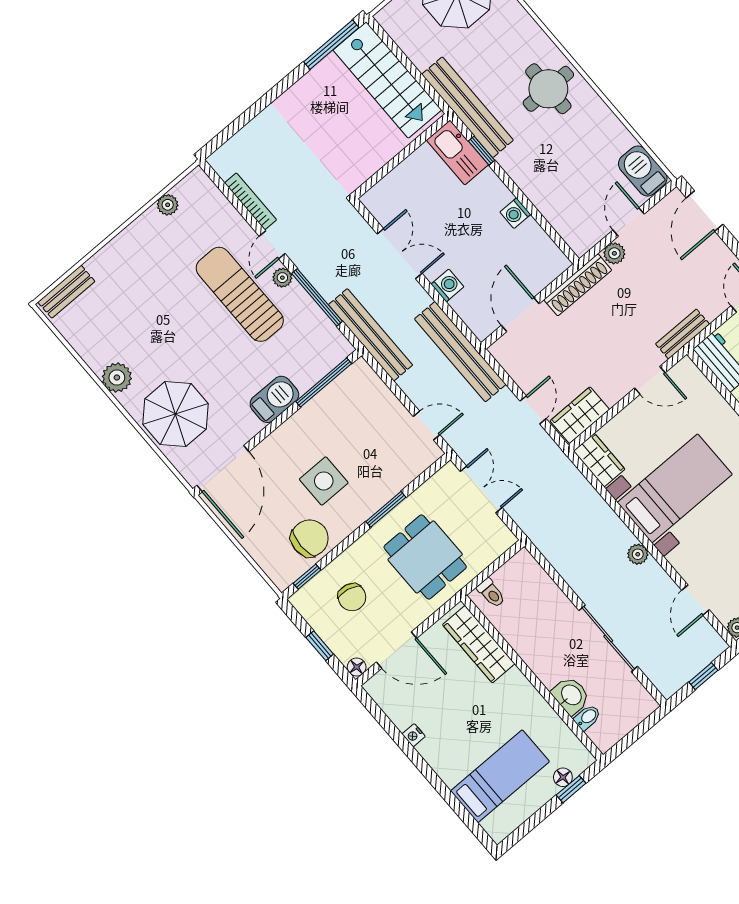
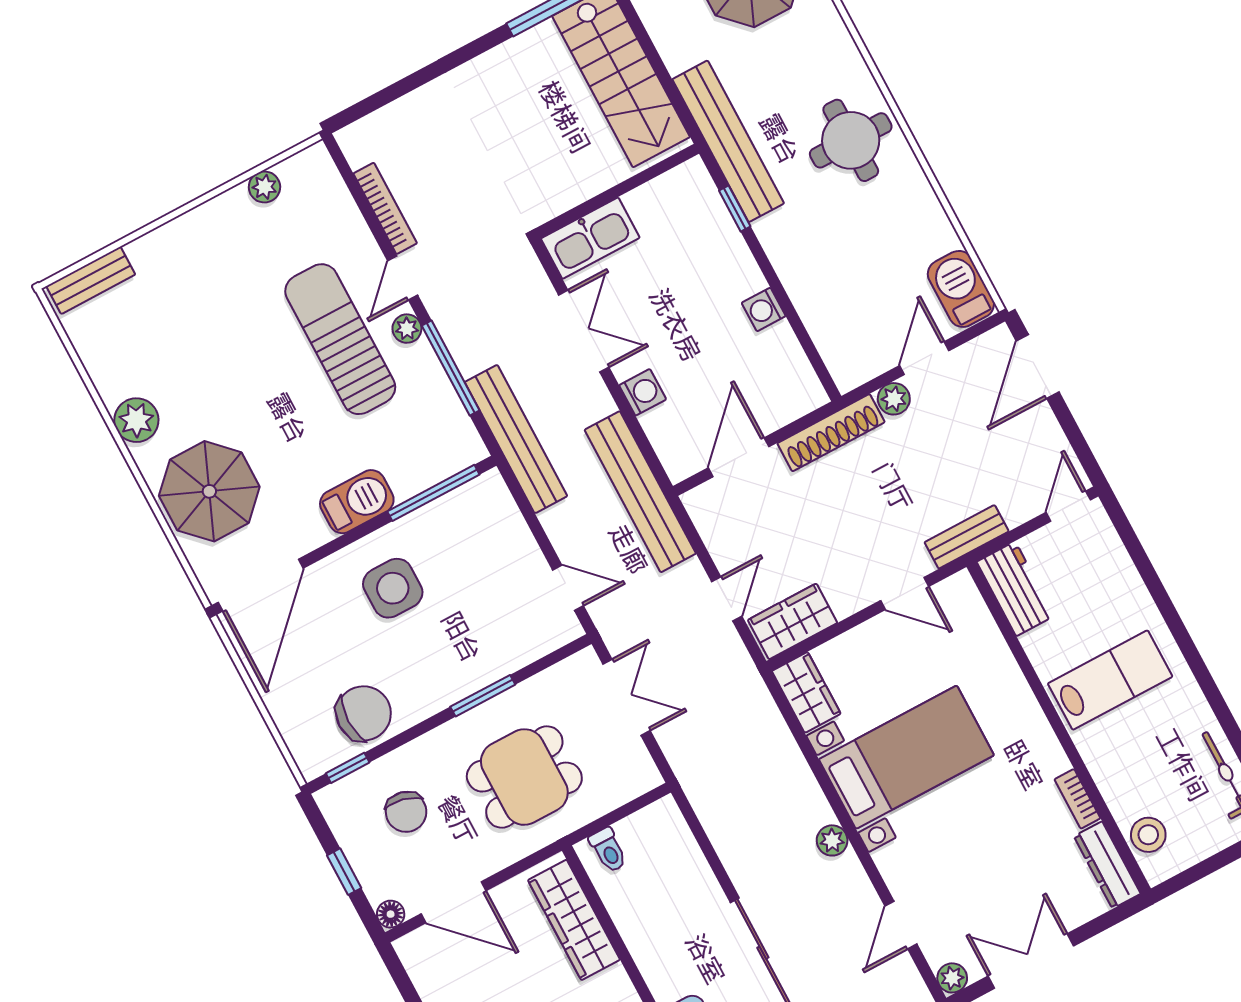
kitchen sink: (457, 152) -> (590, 238), moved, turned -90
side table: (324, 481) -> (393, 588), moved
dining table: (425, 557) -> (524, 777), turned 90

